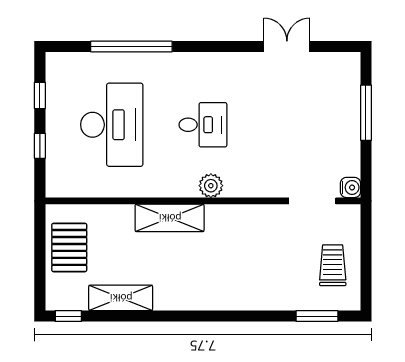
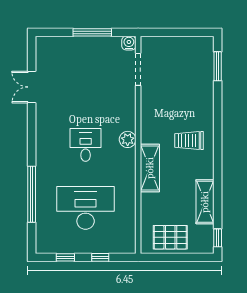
window: (366, 113) -> (92, 32), moved
trolley: (333, 265) -> (189, 141), moved

